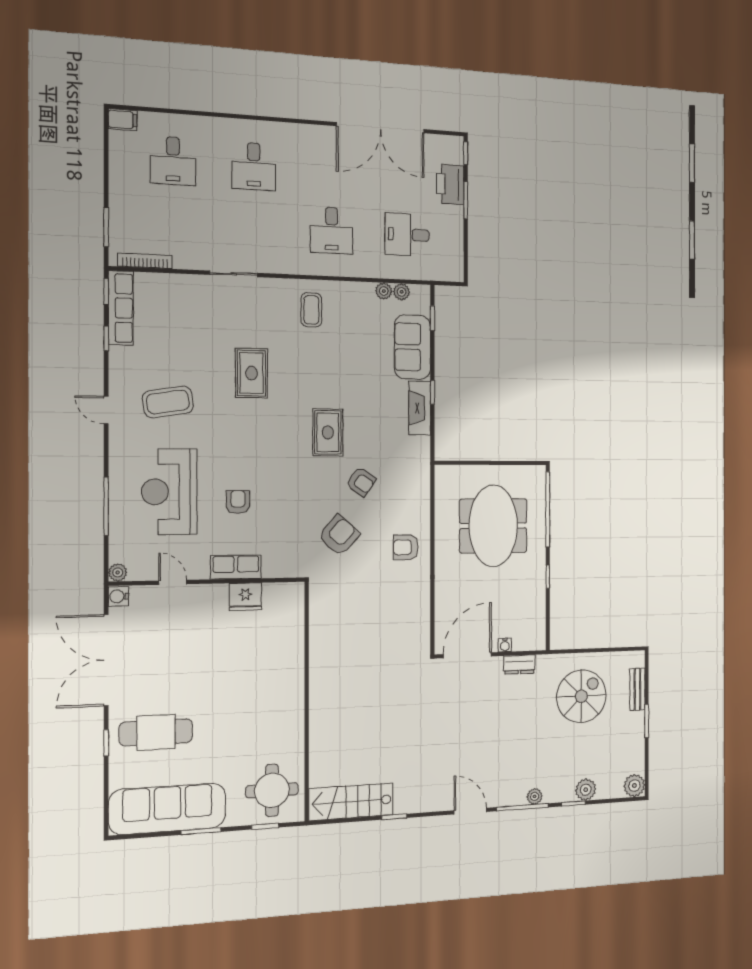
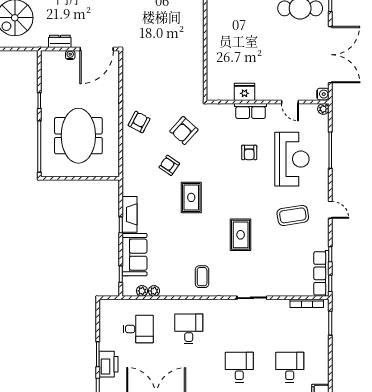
armchair: (406, 547) -> (139, 122), turned -62

